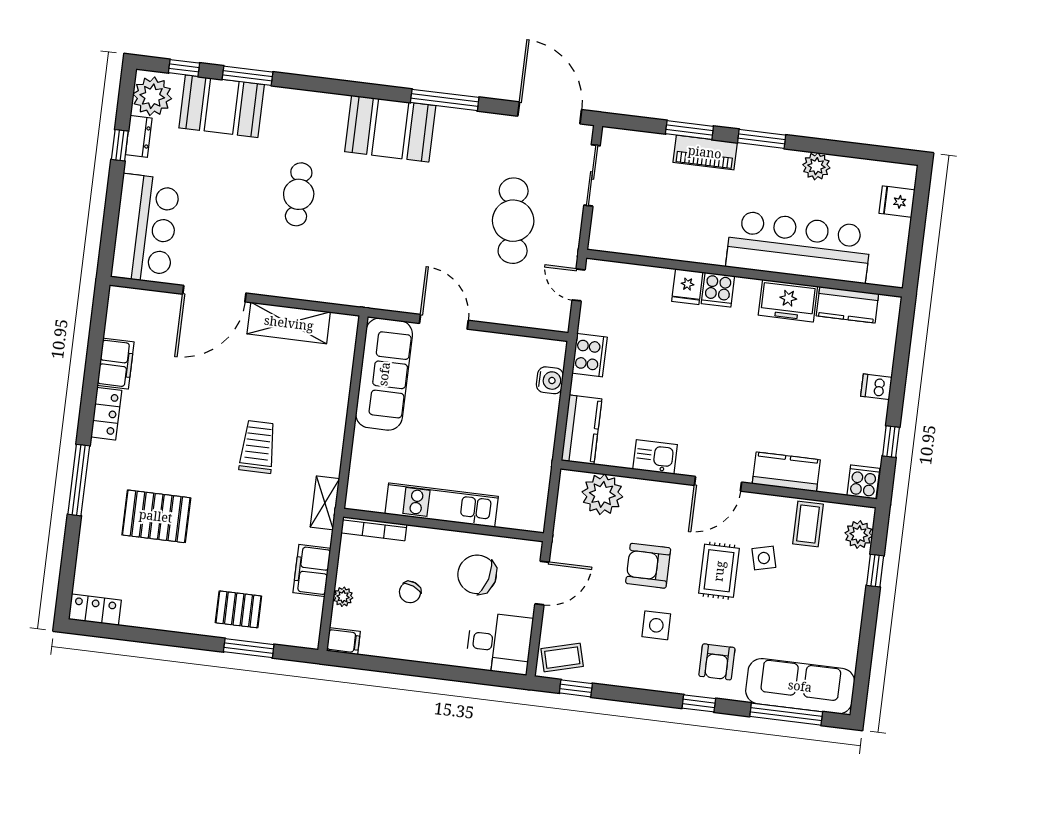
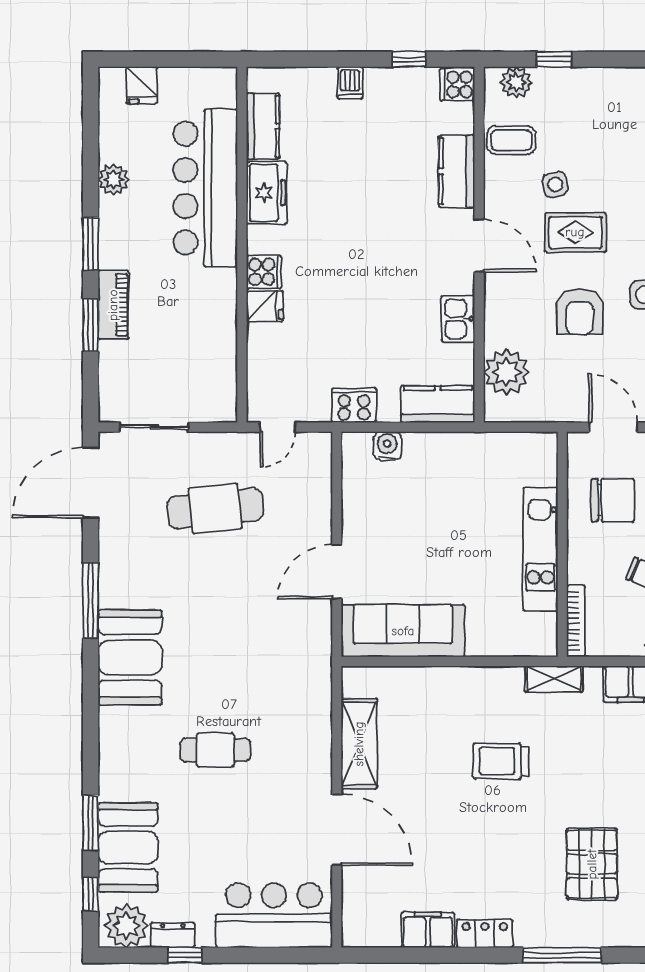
chair: (477, 574) -> (613, 500), turned -105

